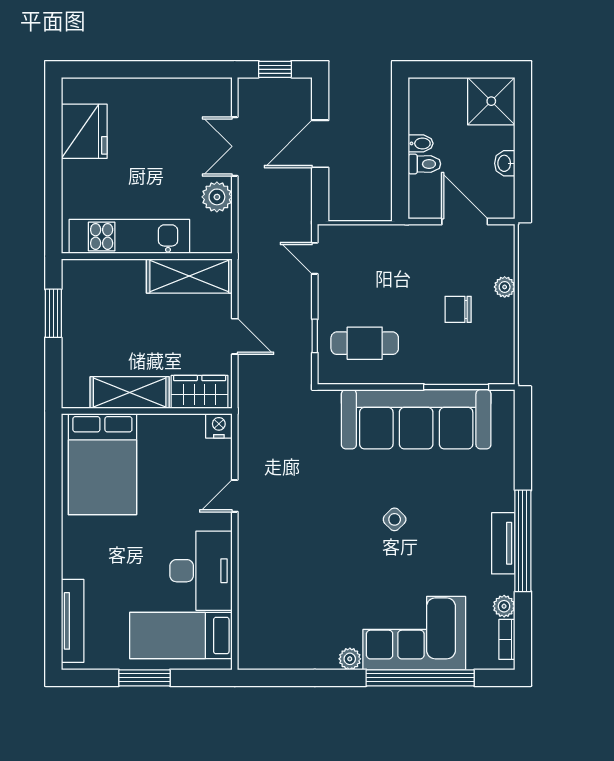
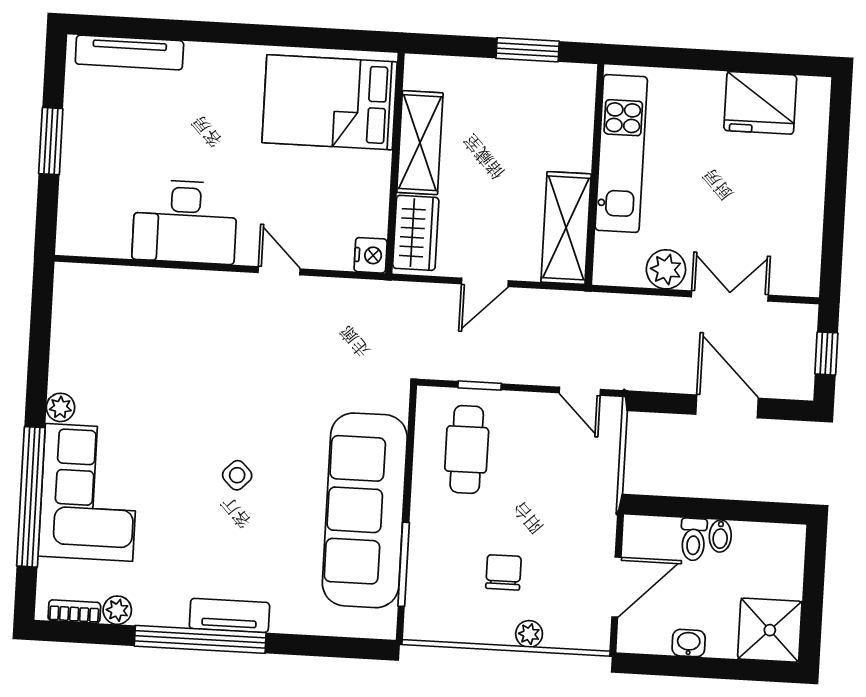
door: (315, 258) -> (580, 391), swing flipped
tv unit: (503, 543) -> (229, 615), moved
bed: (181, 636) -> (103, 191), removed

